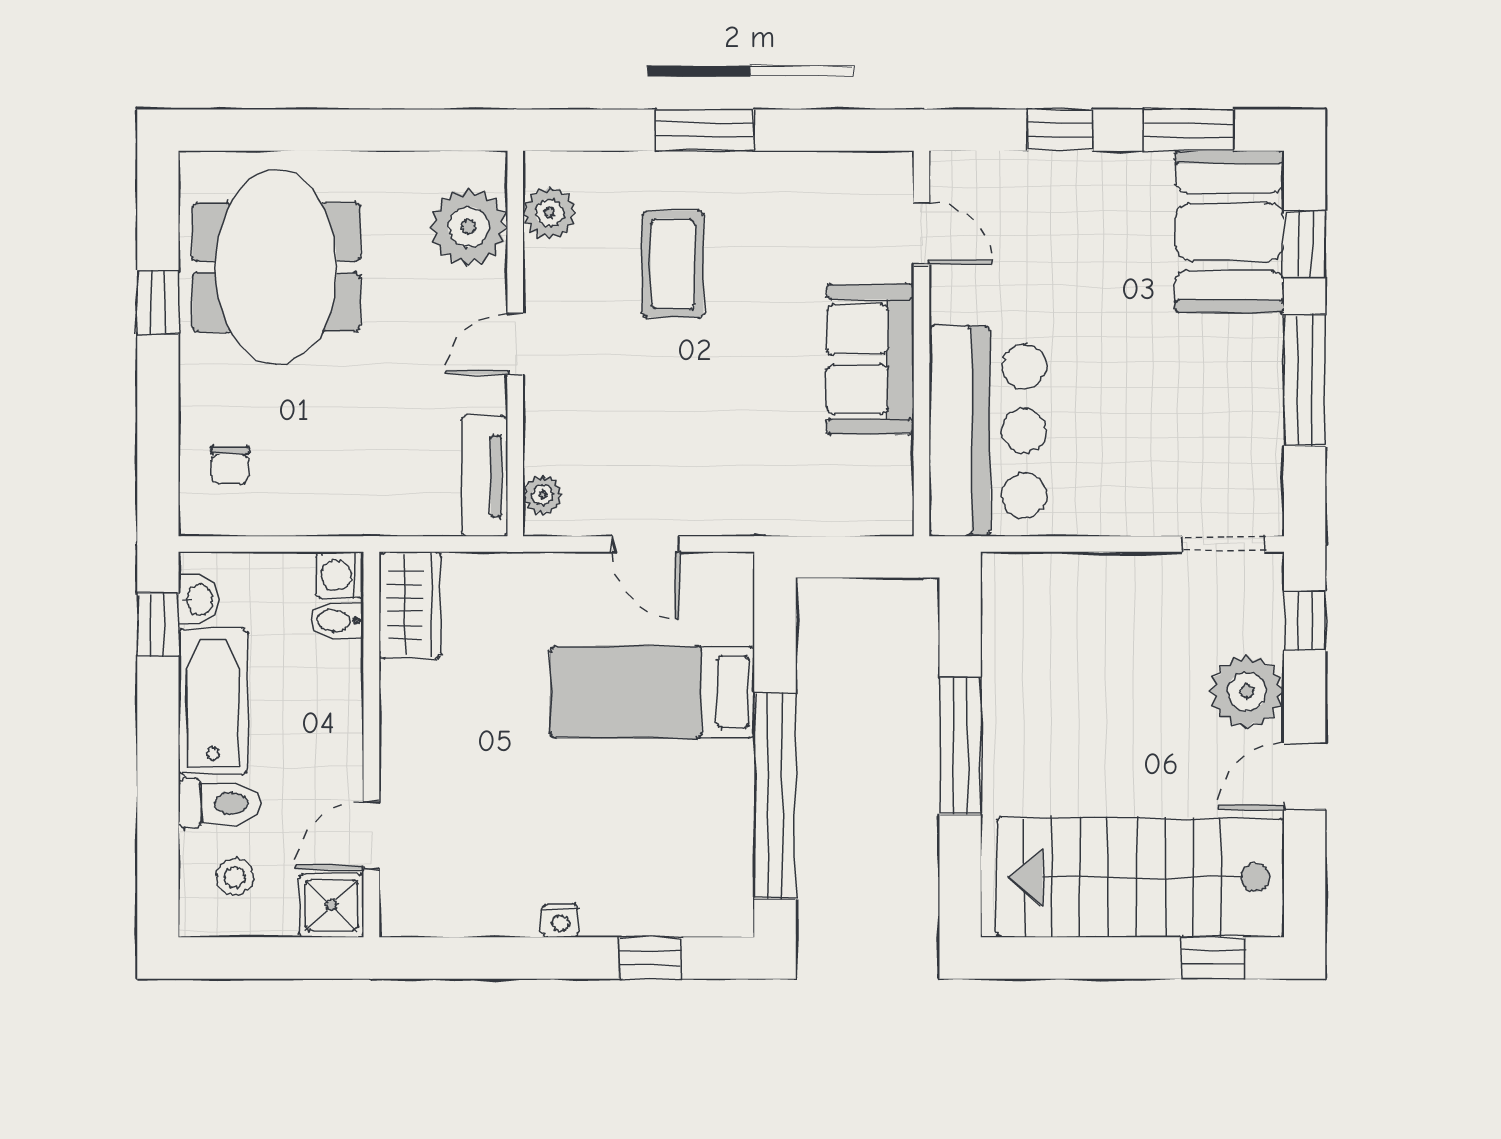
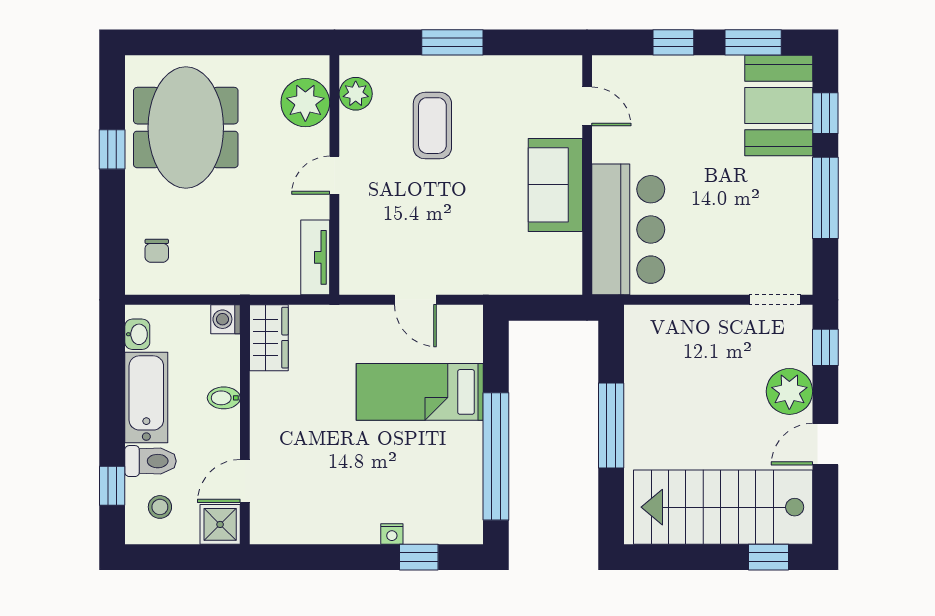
plant: (543, 495) -> (351, 269), removed
bidet: (337, 621) -> (224, 398), moved
window: (158, 625) -> (112, 486), moved
nightstand: (560, 921) -> (392, 534), moved

